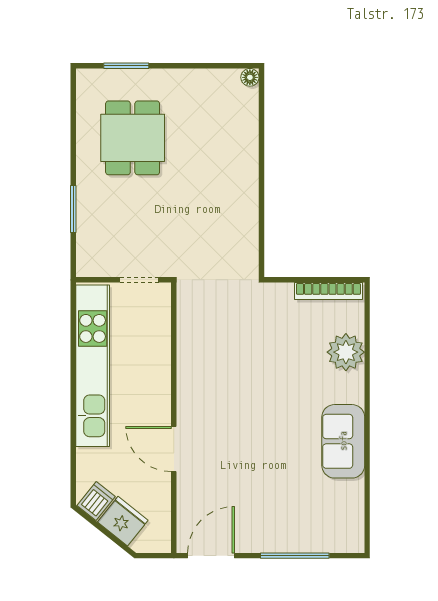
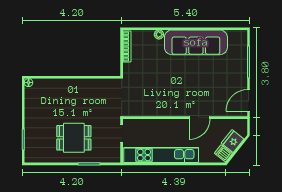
dining table: (133, 138) -> (74, 138), moved
plant: (346, 352) -> (159, 34), width x0.53, depth x0.53
sofa: (343, 441) -> (196, 42), width x1.85, depth x1.27
door: (211, 556) -> (248, 100), hinge flipped

